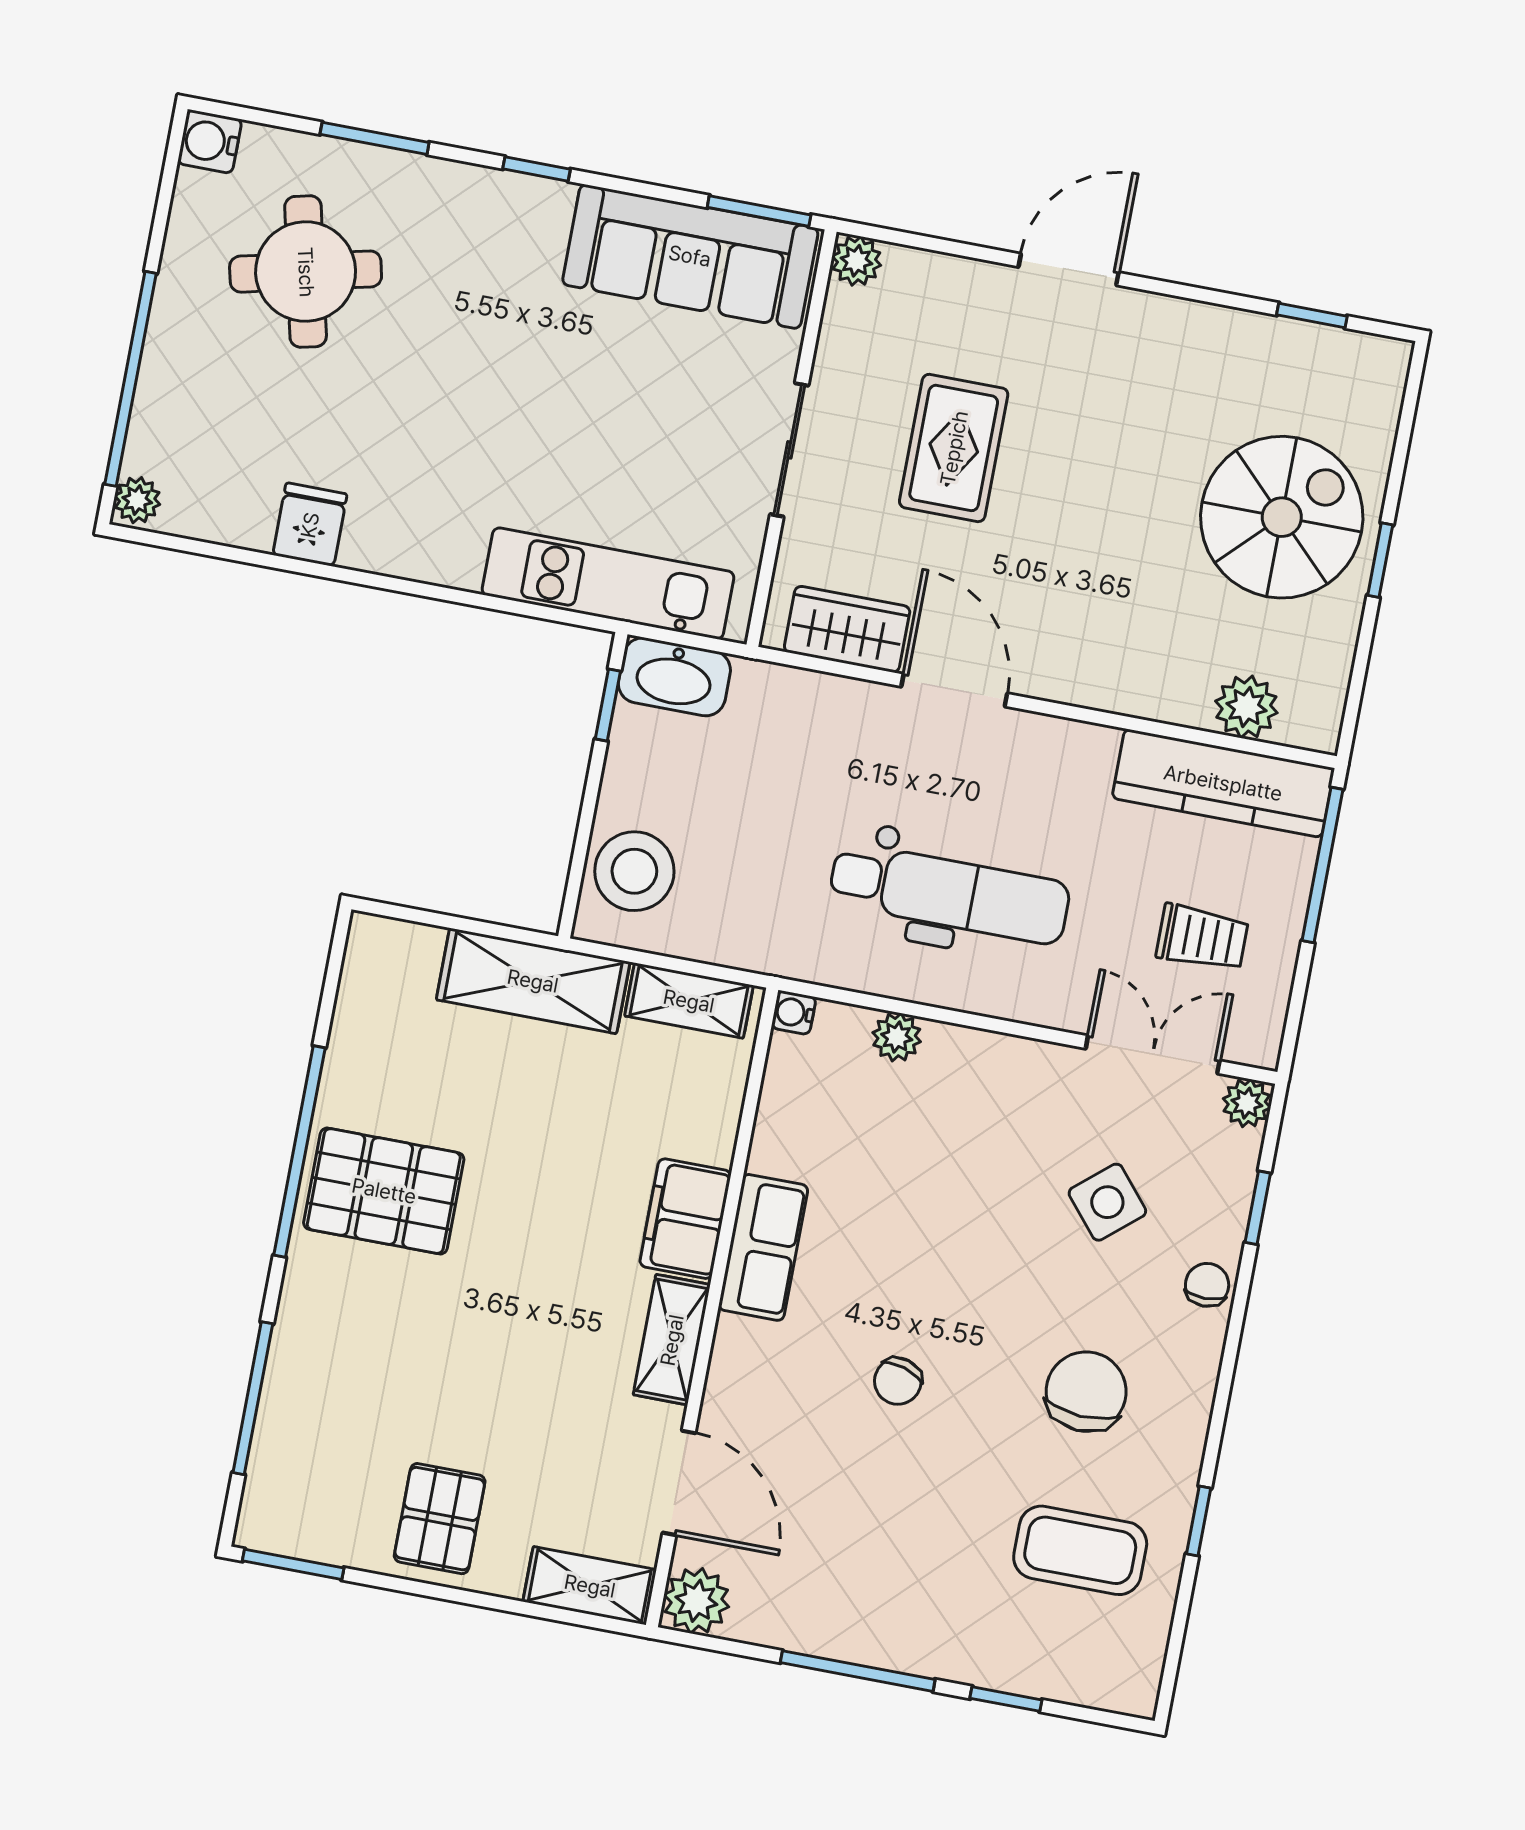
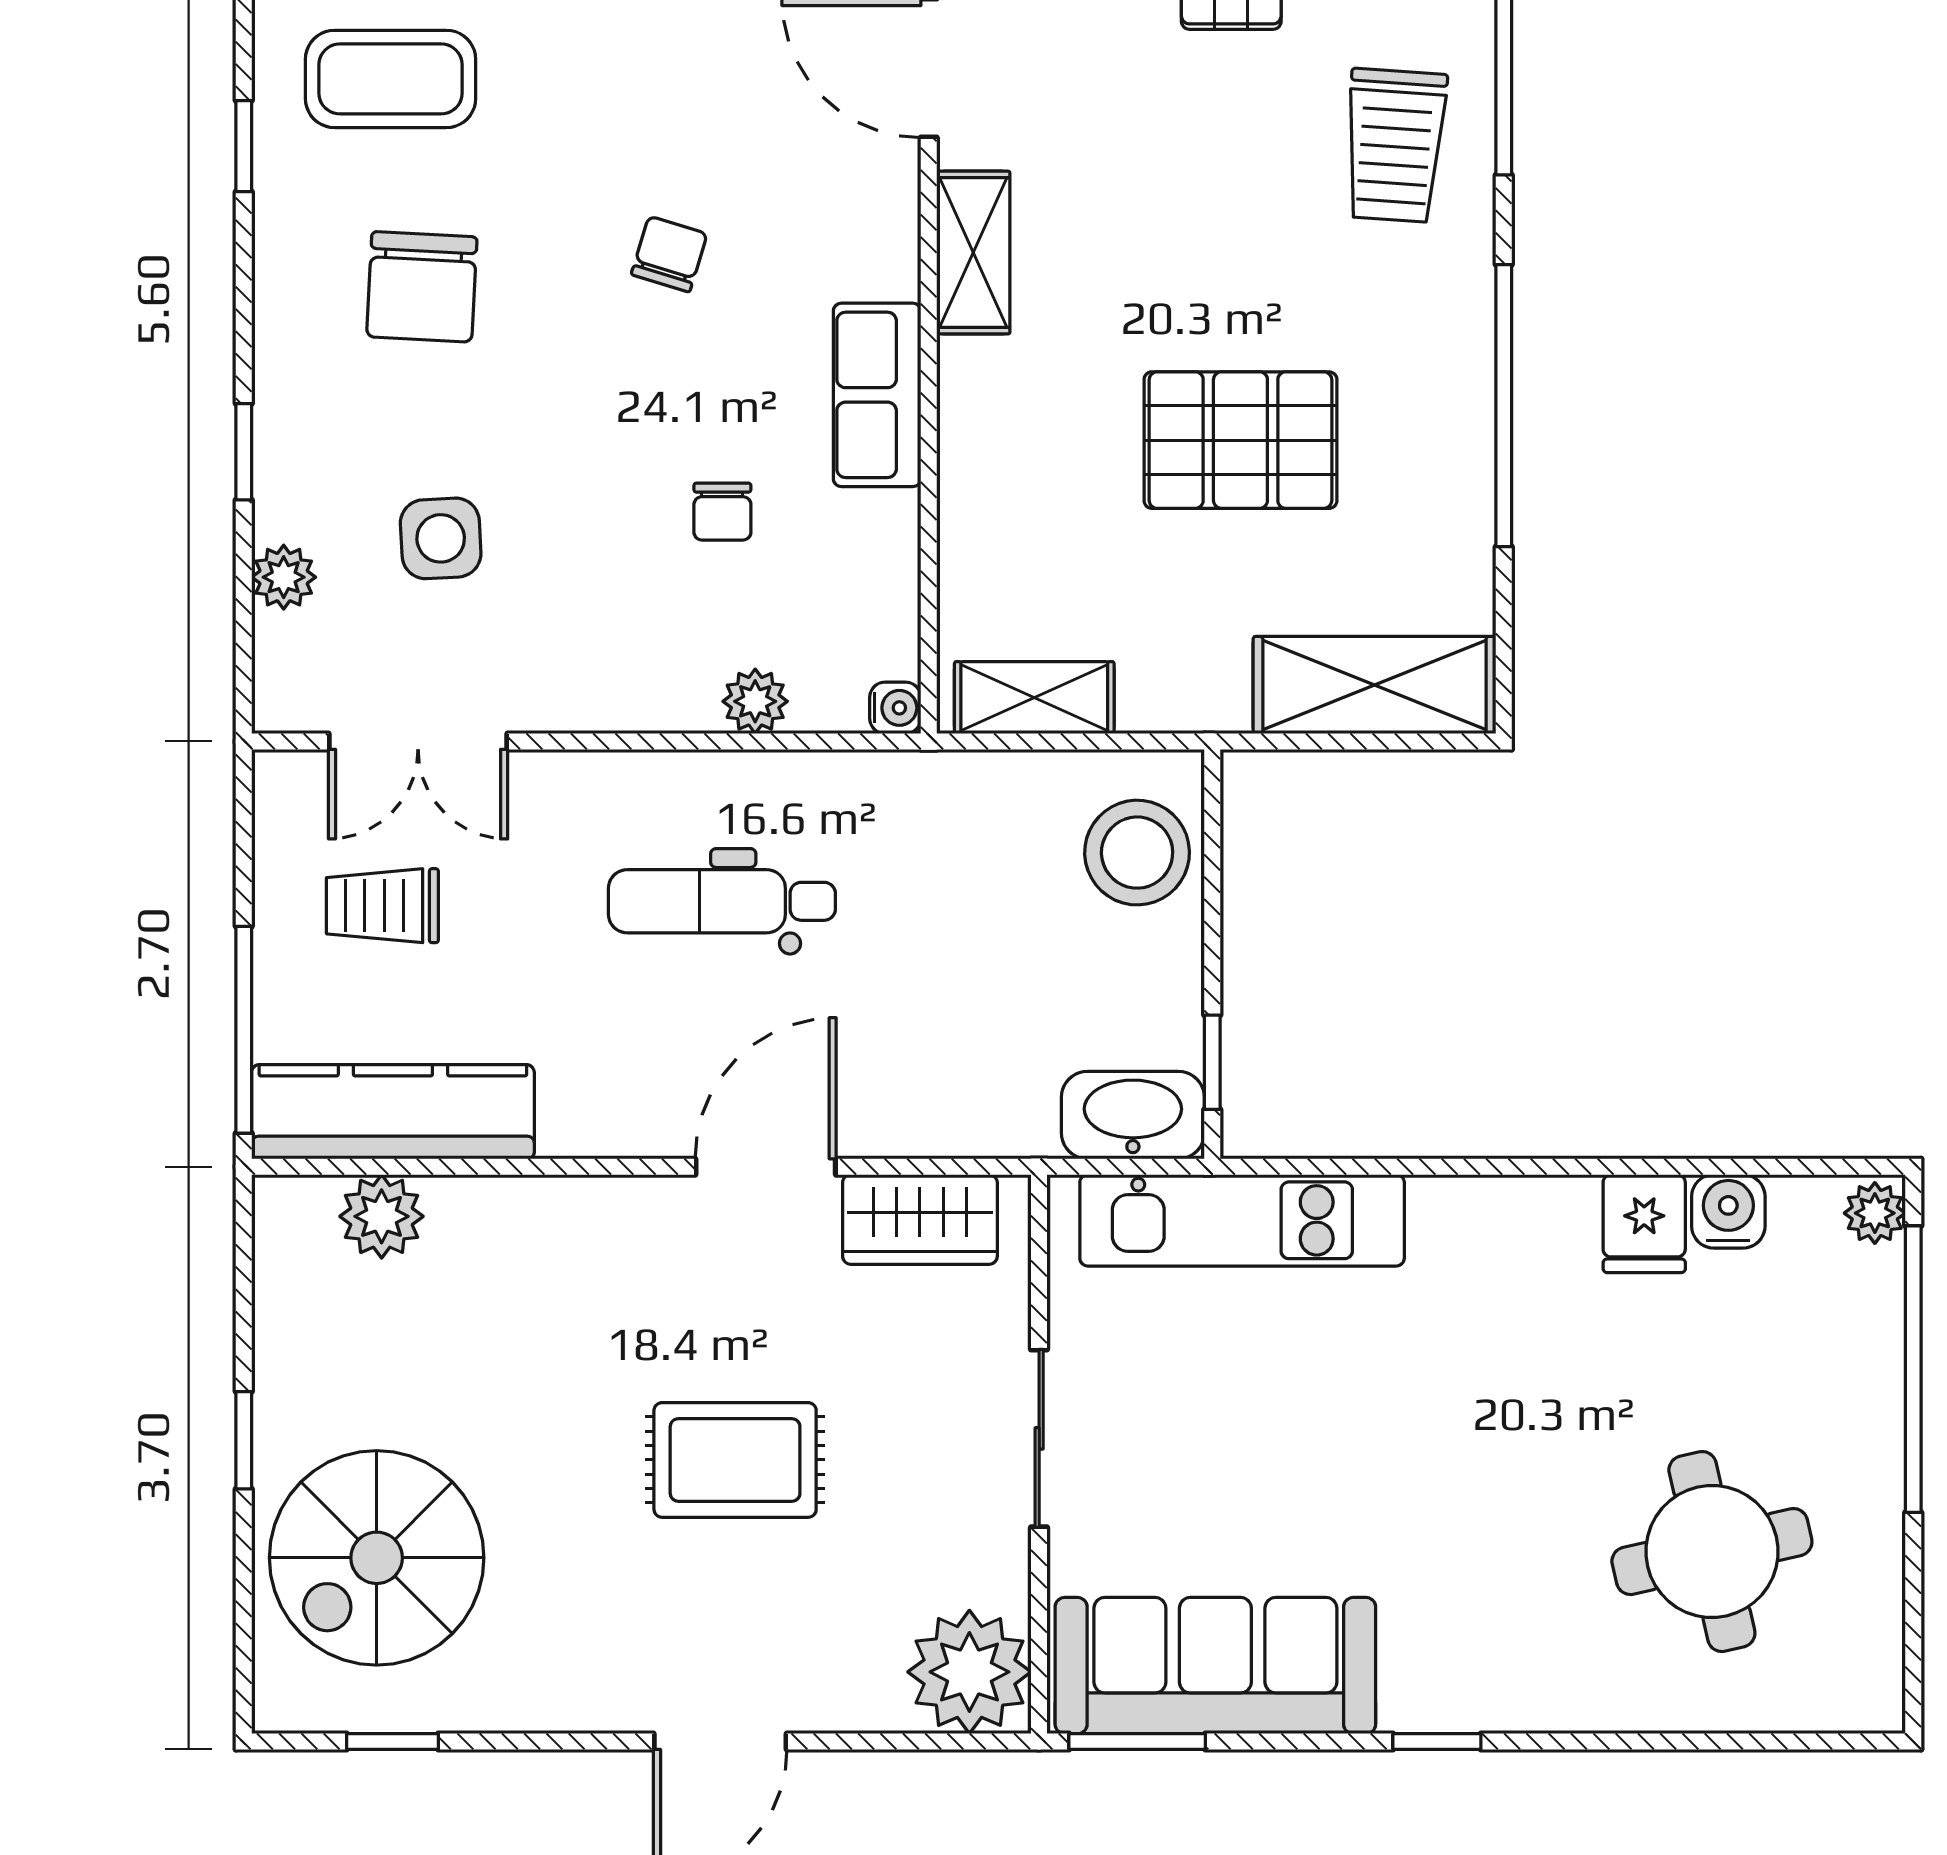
window: (375, 138) -> (1655, 1742), removed
water cooler: (210, 142) -> (1728, 1211), moved, turned -90
plant: (856, 261) -> (969, 1672), width x1.88, depth x1.88
rug: (954, 448) -> (735, 1460), moved, turned 90
spiral stairs: (1282, 517) -> (377, 1558), moved
door: (954, 690) -> (766, 1167), swing flipped
dental chair: (949, 893) -> (722, 901), width x0.73, depth x0.72
shelving: (533, 981) -> (1374, 685), moved
plant: (1247, 1103) -> (284, 577), moved
pallet: (384, 1191) -> (1240, 440), moved
side table: (1107, 1202) -> (441, 538), turned 37
window: (1258, 1208) -> (244, 452), moved
filing cabinet: (685, 1219) -> (985, 413), removed
chair: (1207, 1285) -> (722, 512), moved
trolley: (344, 1360) -> (1395, 145), added

